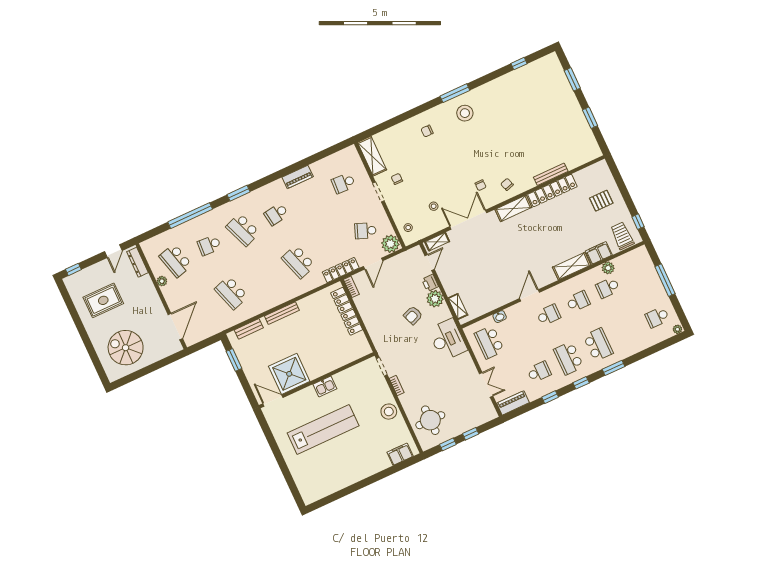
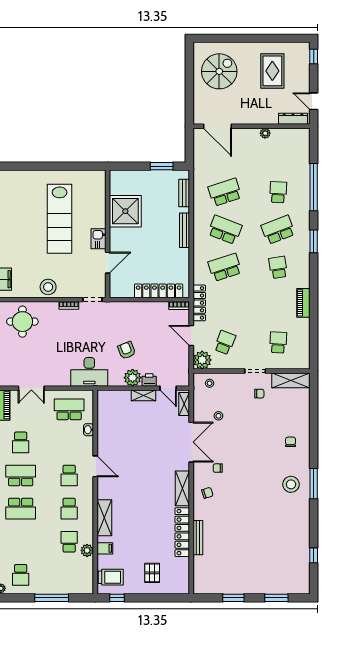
filing cabinet: (599, 253) -> (105, 548), width x0.50
school desk: (176, 261) -> (225, 230), moved, turned 36
shelving: (458, 306) -> (144, 395), moved
school desk: (657, 317) -> (21, 575), turned 180
door: (273, 401) -> (108, 263), moved

